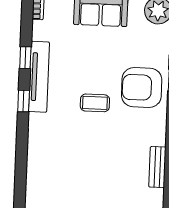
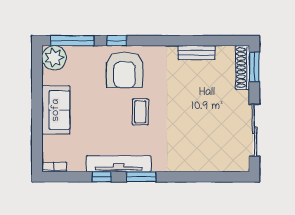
window: (24, 101) -> (141, 177), width x1.50

